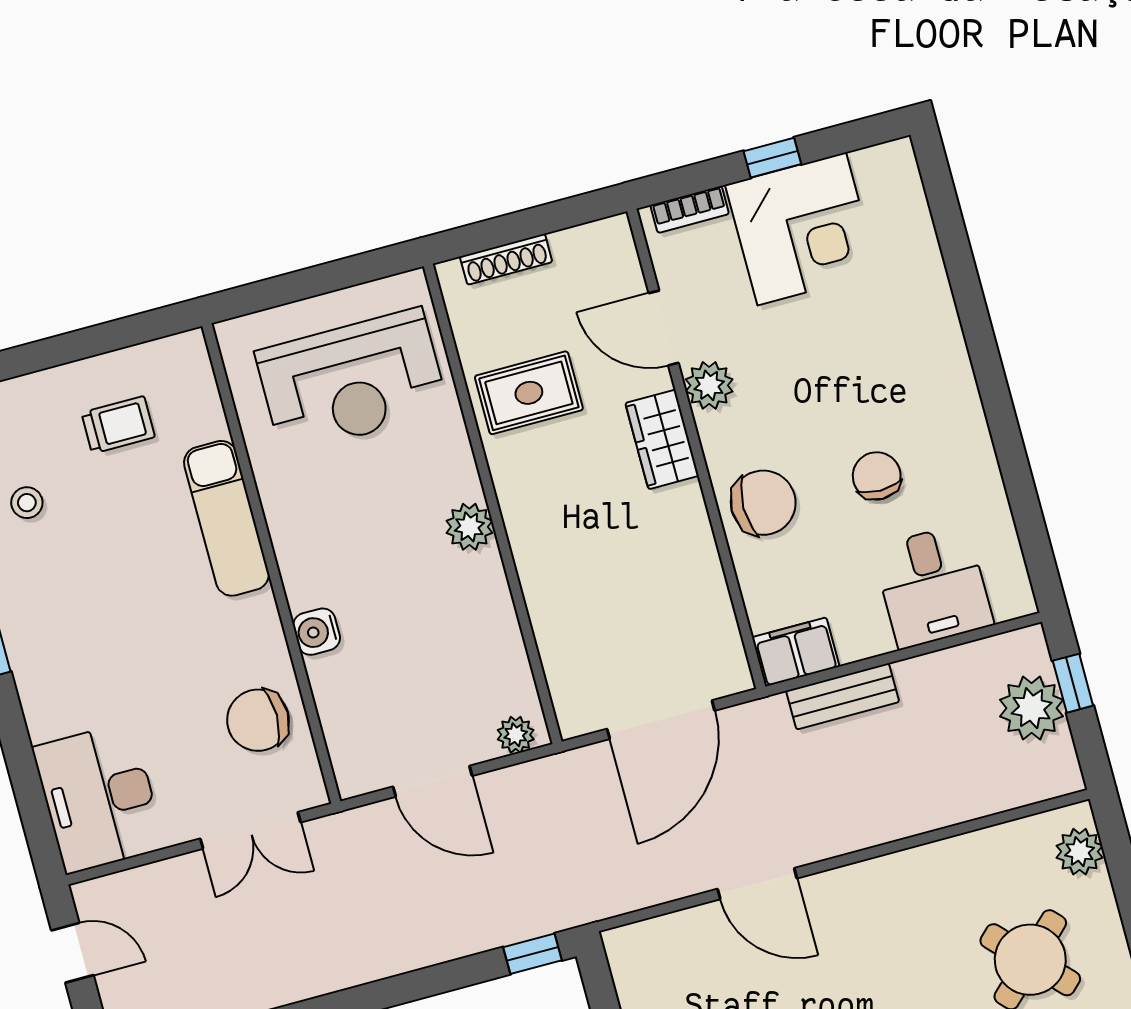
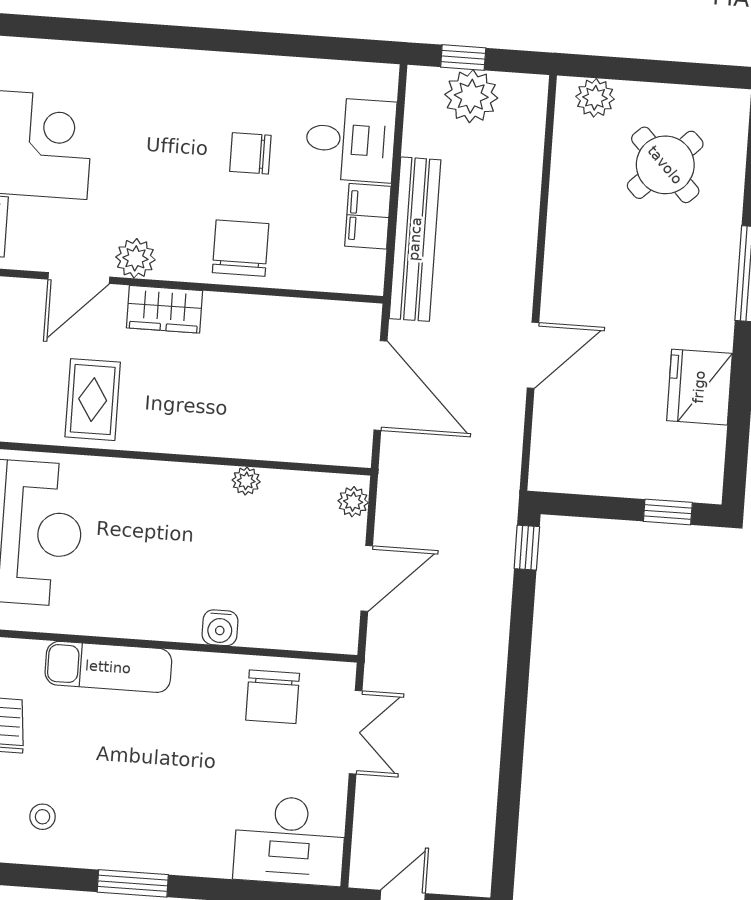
plant: (469, 527) -> (246, 481), moved, width x0.73, depth x0.73
filing cabinet: (796, 652) -> (368, 216), moved
bench: (843, 696) -> (415, 239), width x1.86, depth x1.21

